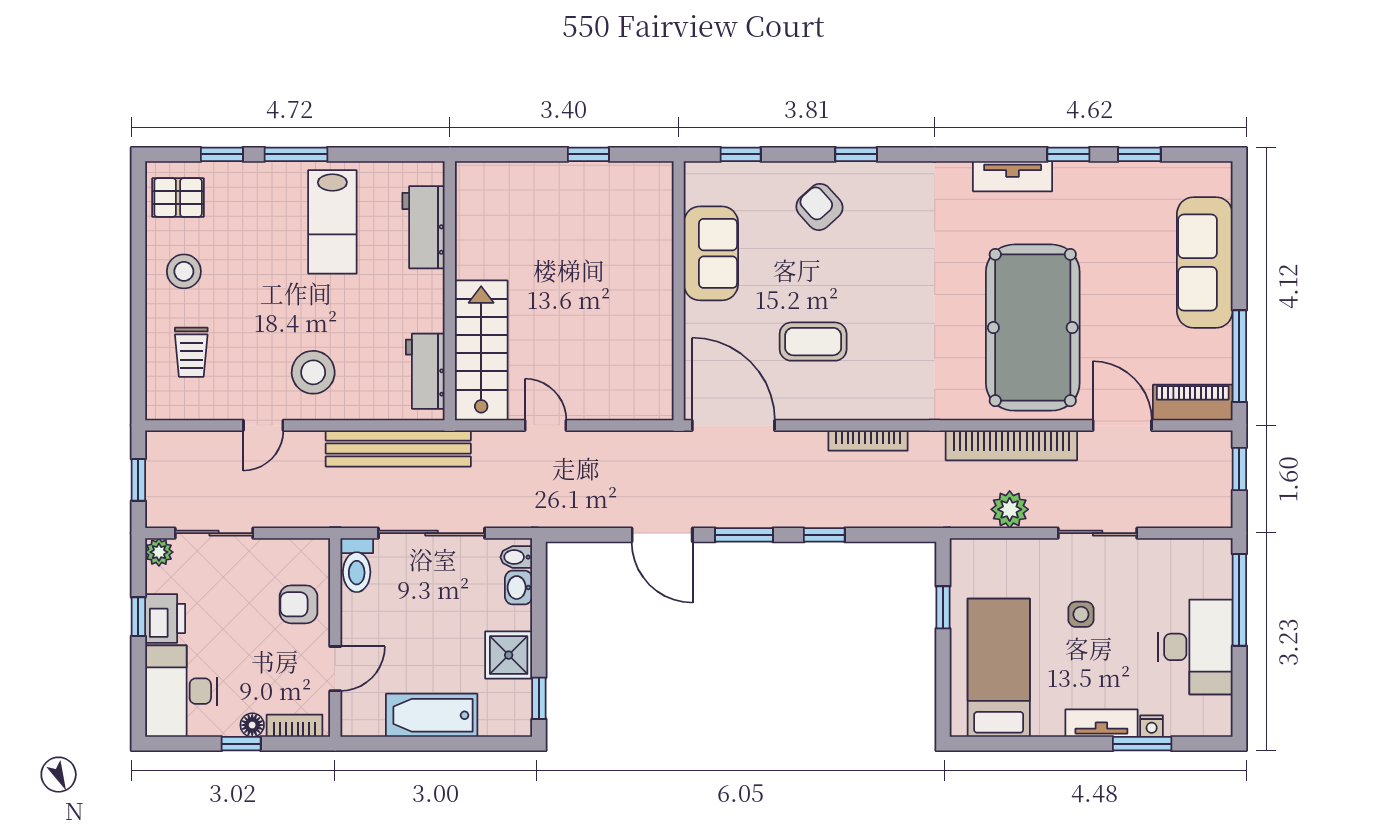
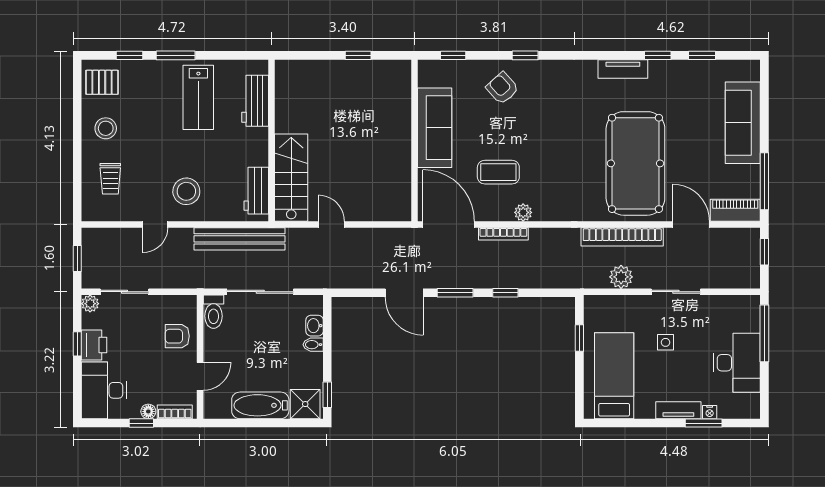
sofa: (711, 253) -> (435, 128), width x1.36
plant: (853, 406) -> (523, 212), added
bookcase: (868, 441) -> (503, 234), moved
bidet: (516, 557) -> (313, 345), moved
shower: (509, 655) -> (305, 404), moved

